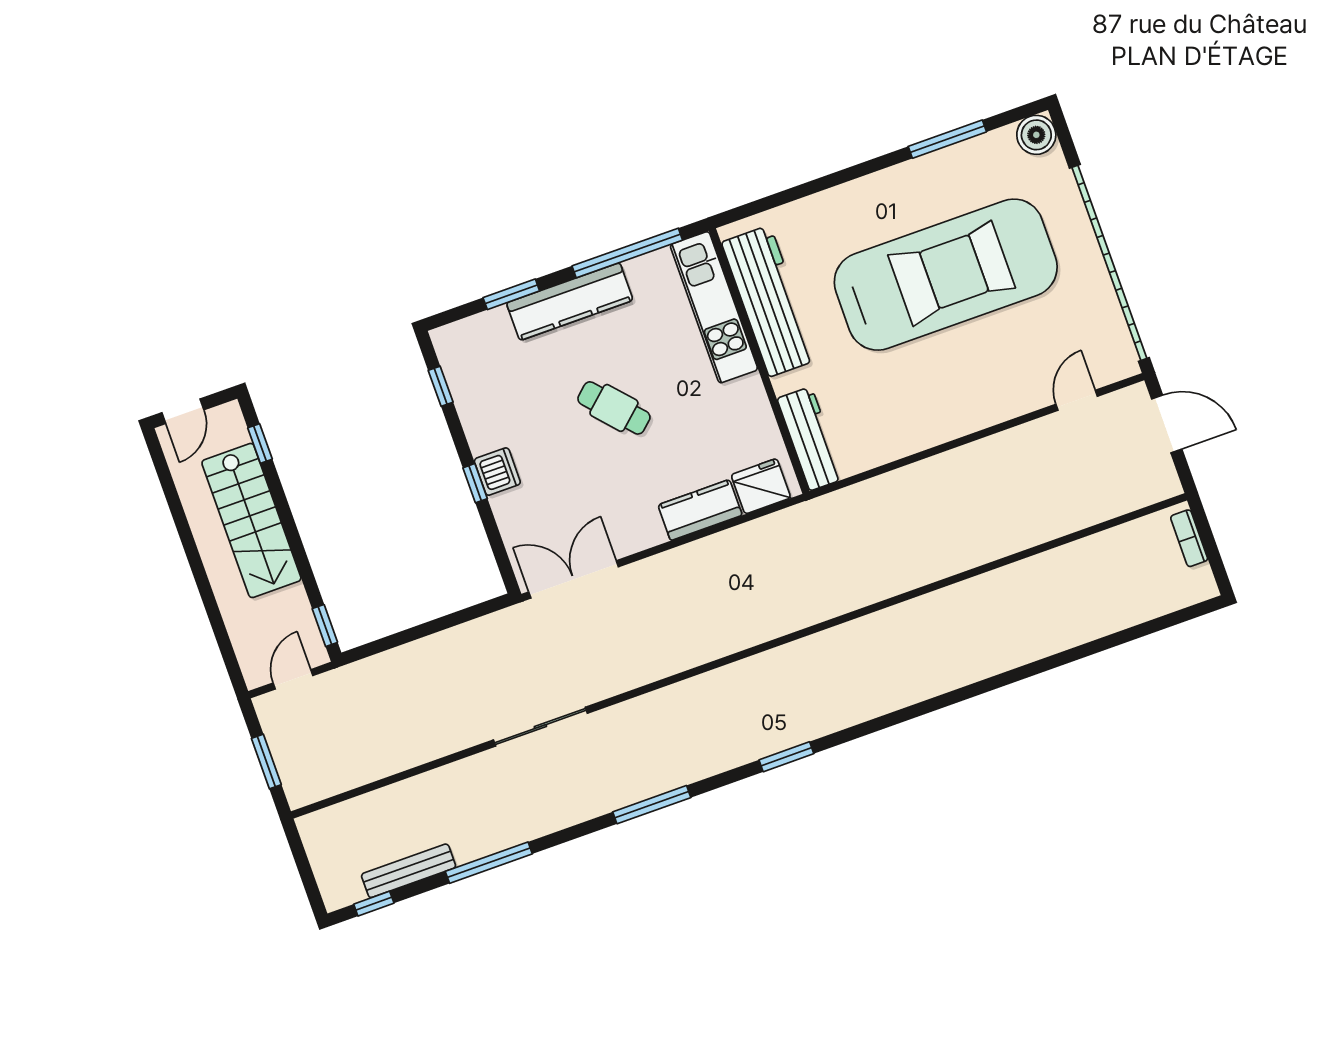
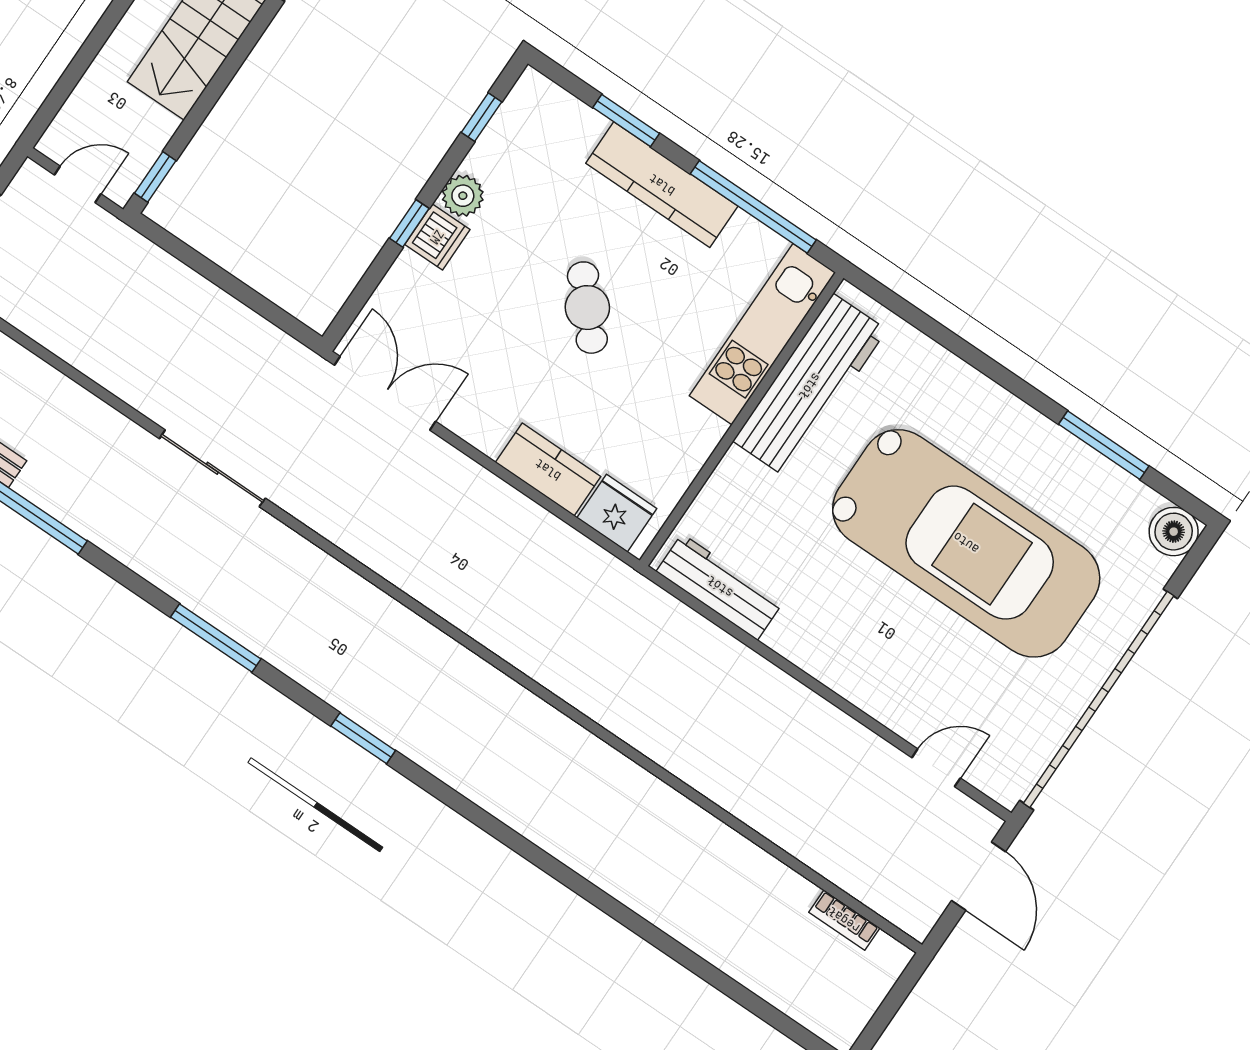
plant: (483, 436) -> (463, 196), added
workbench: (811, 439) -> (720, 587), moved, turned -90
bookcase: (1189, 538) -> (844, 920), moved, turned -90

